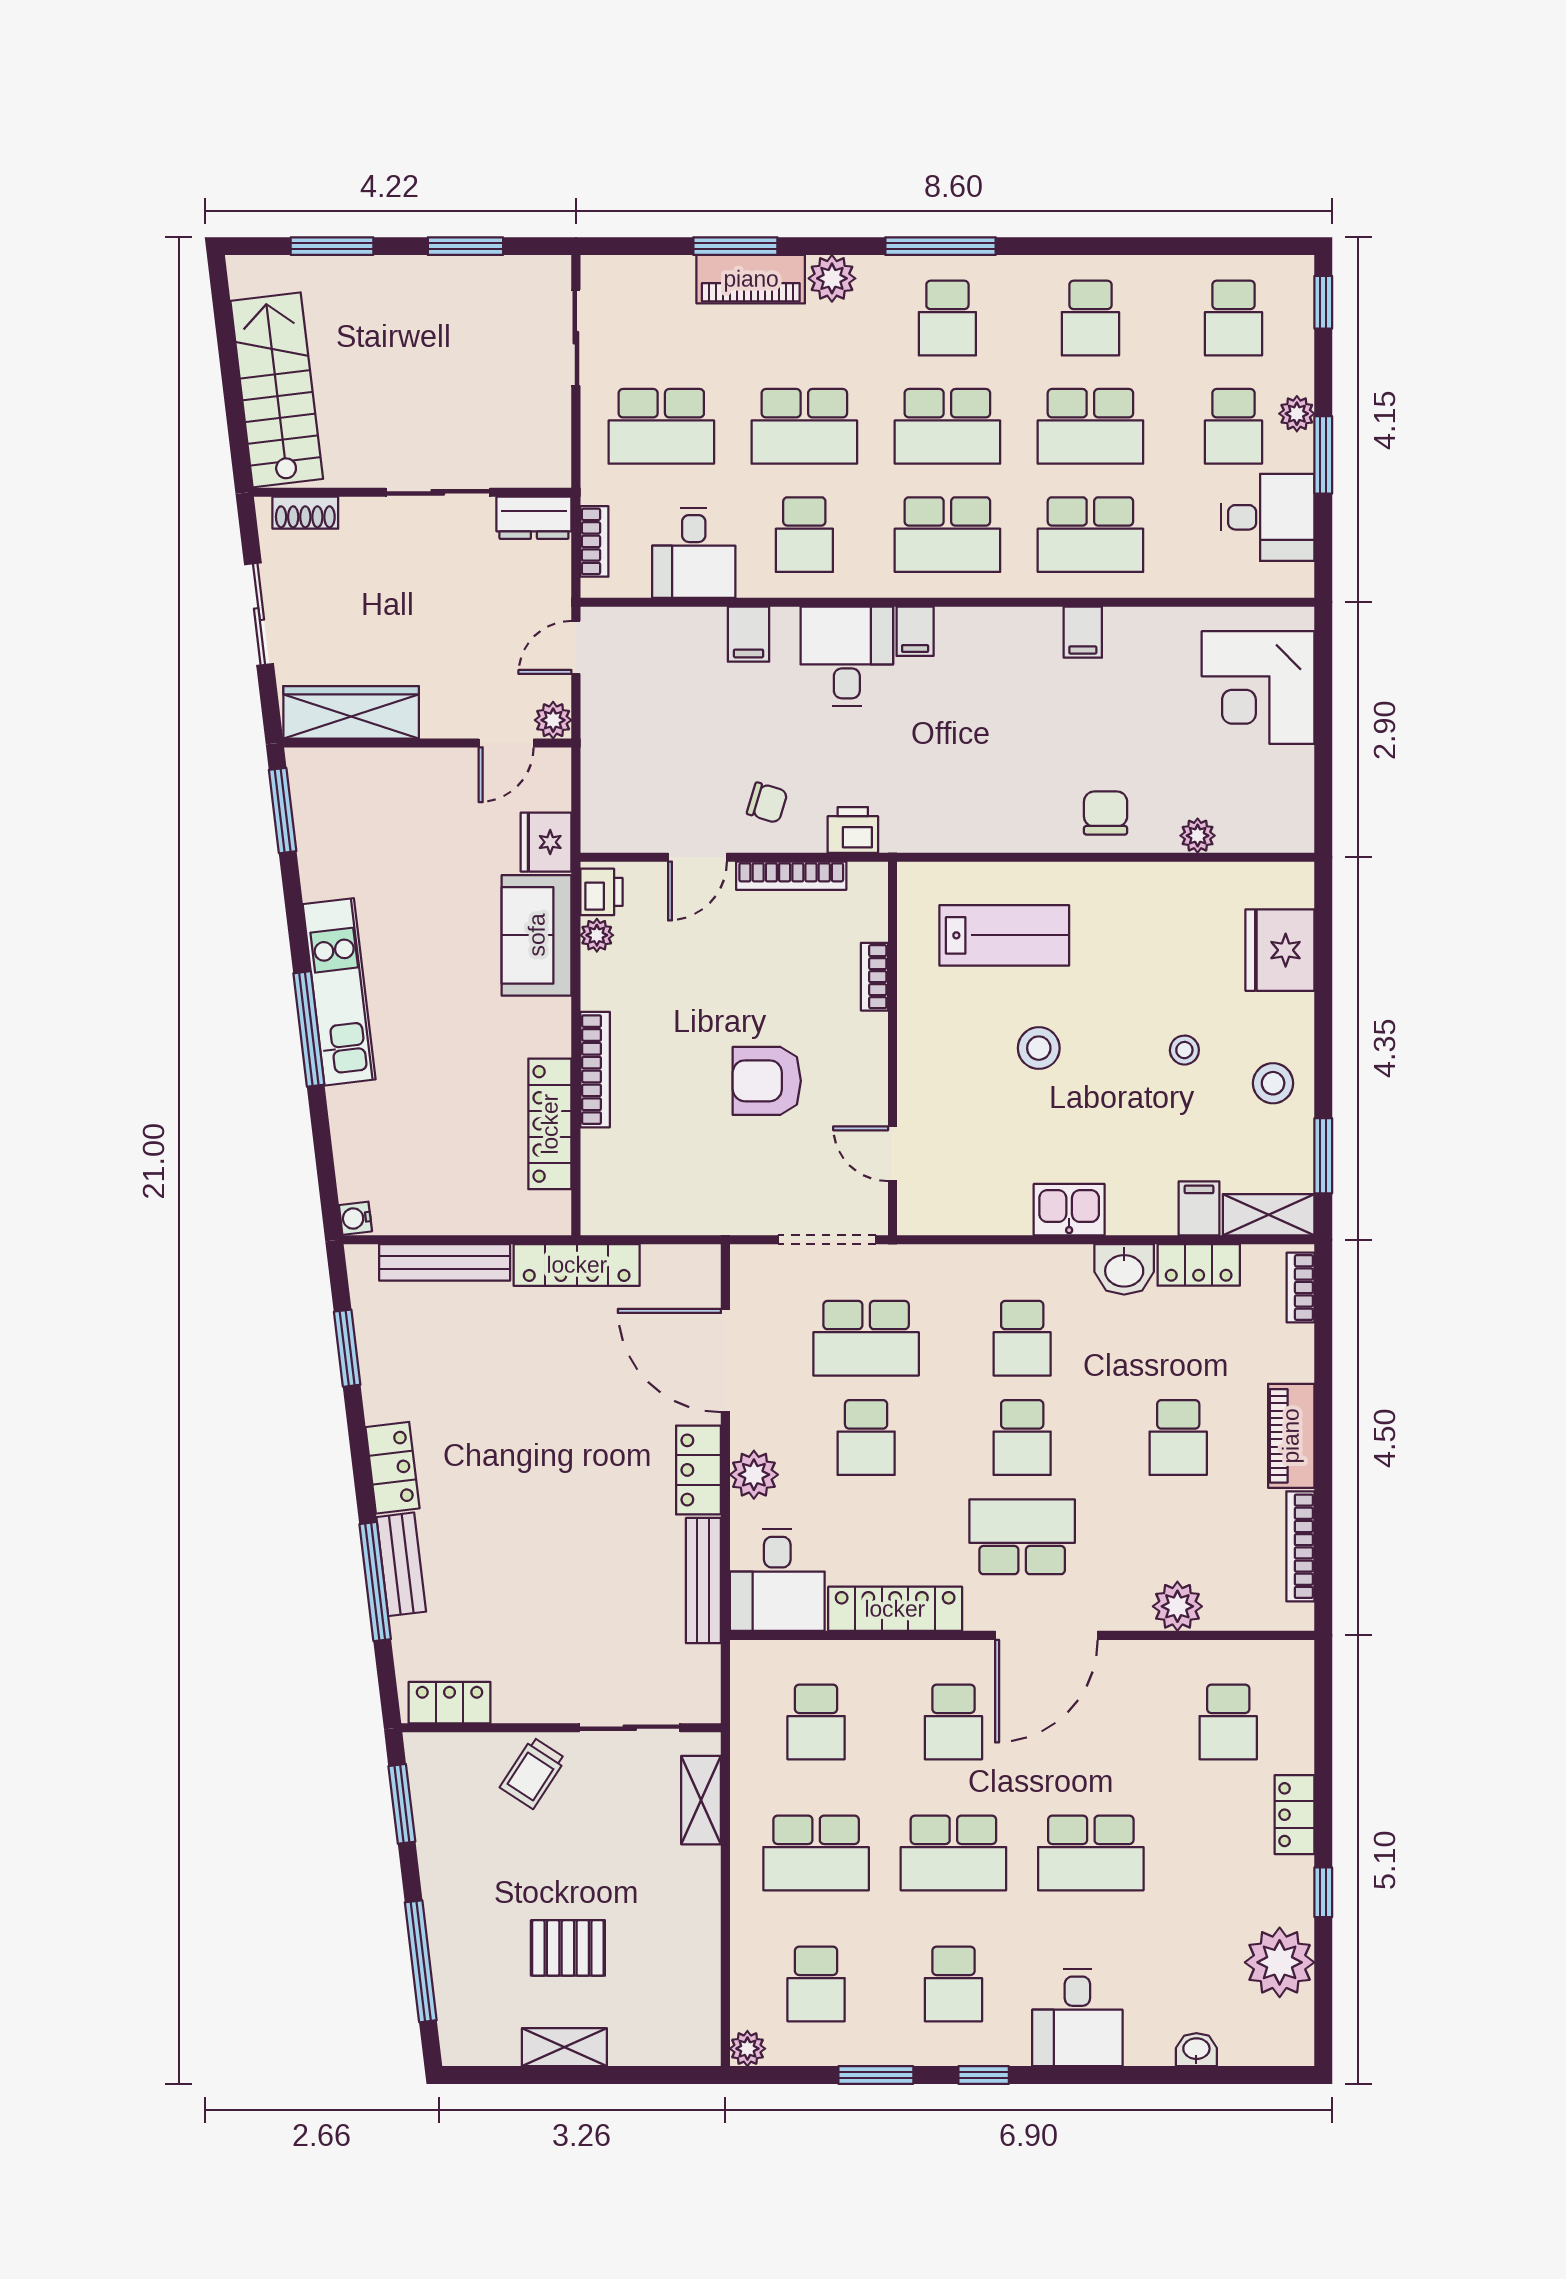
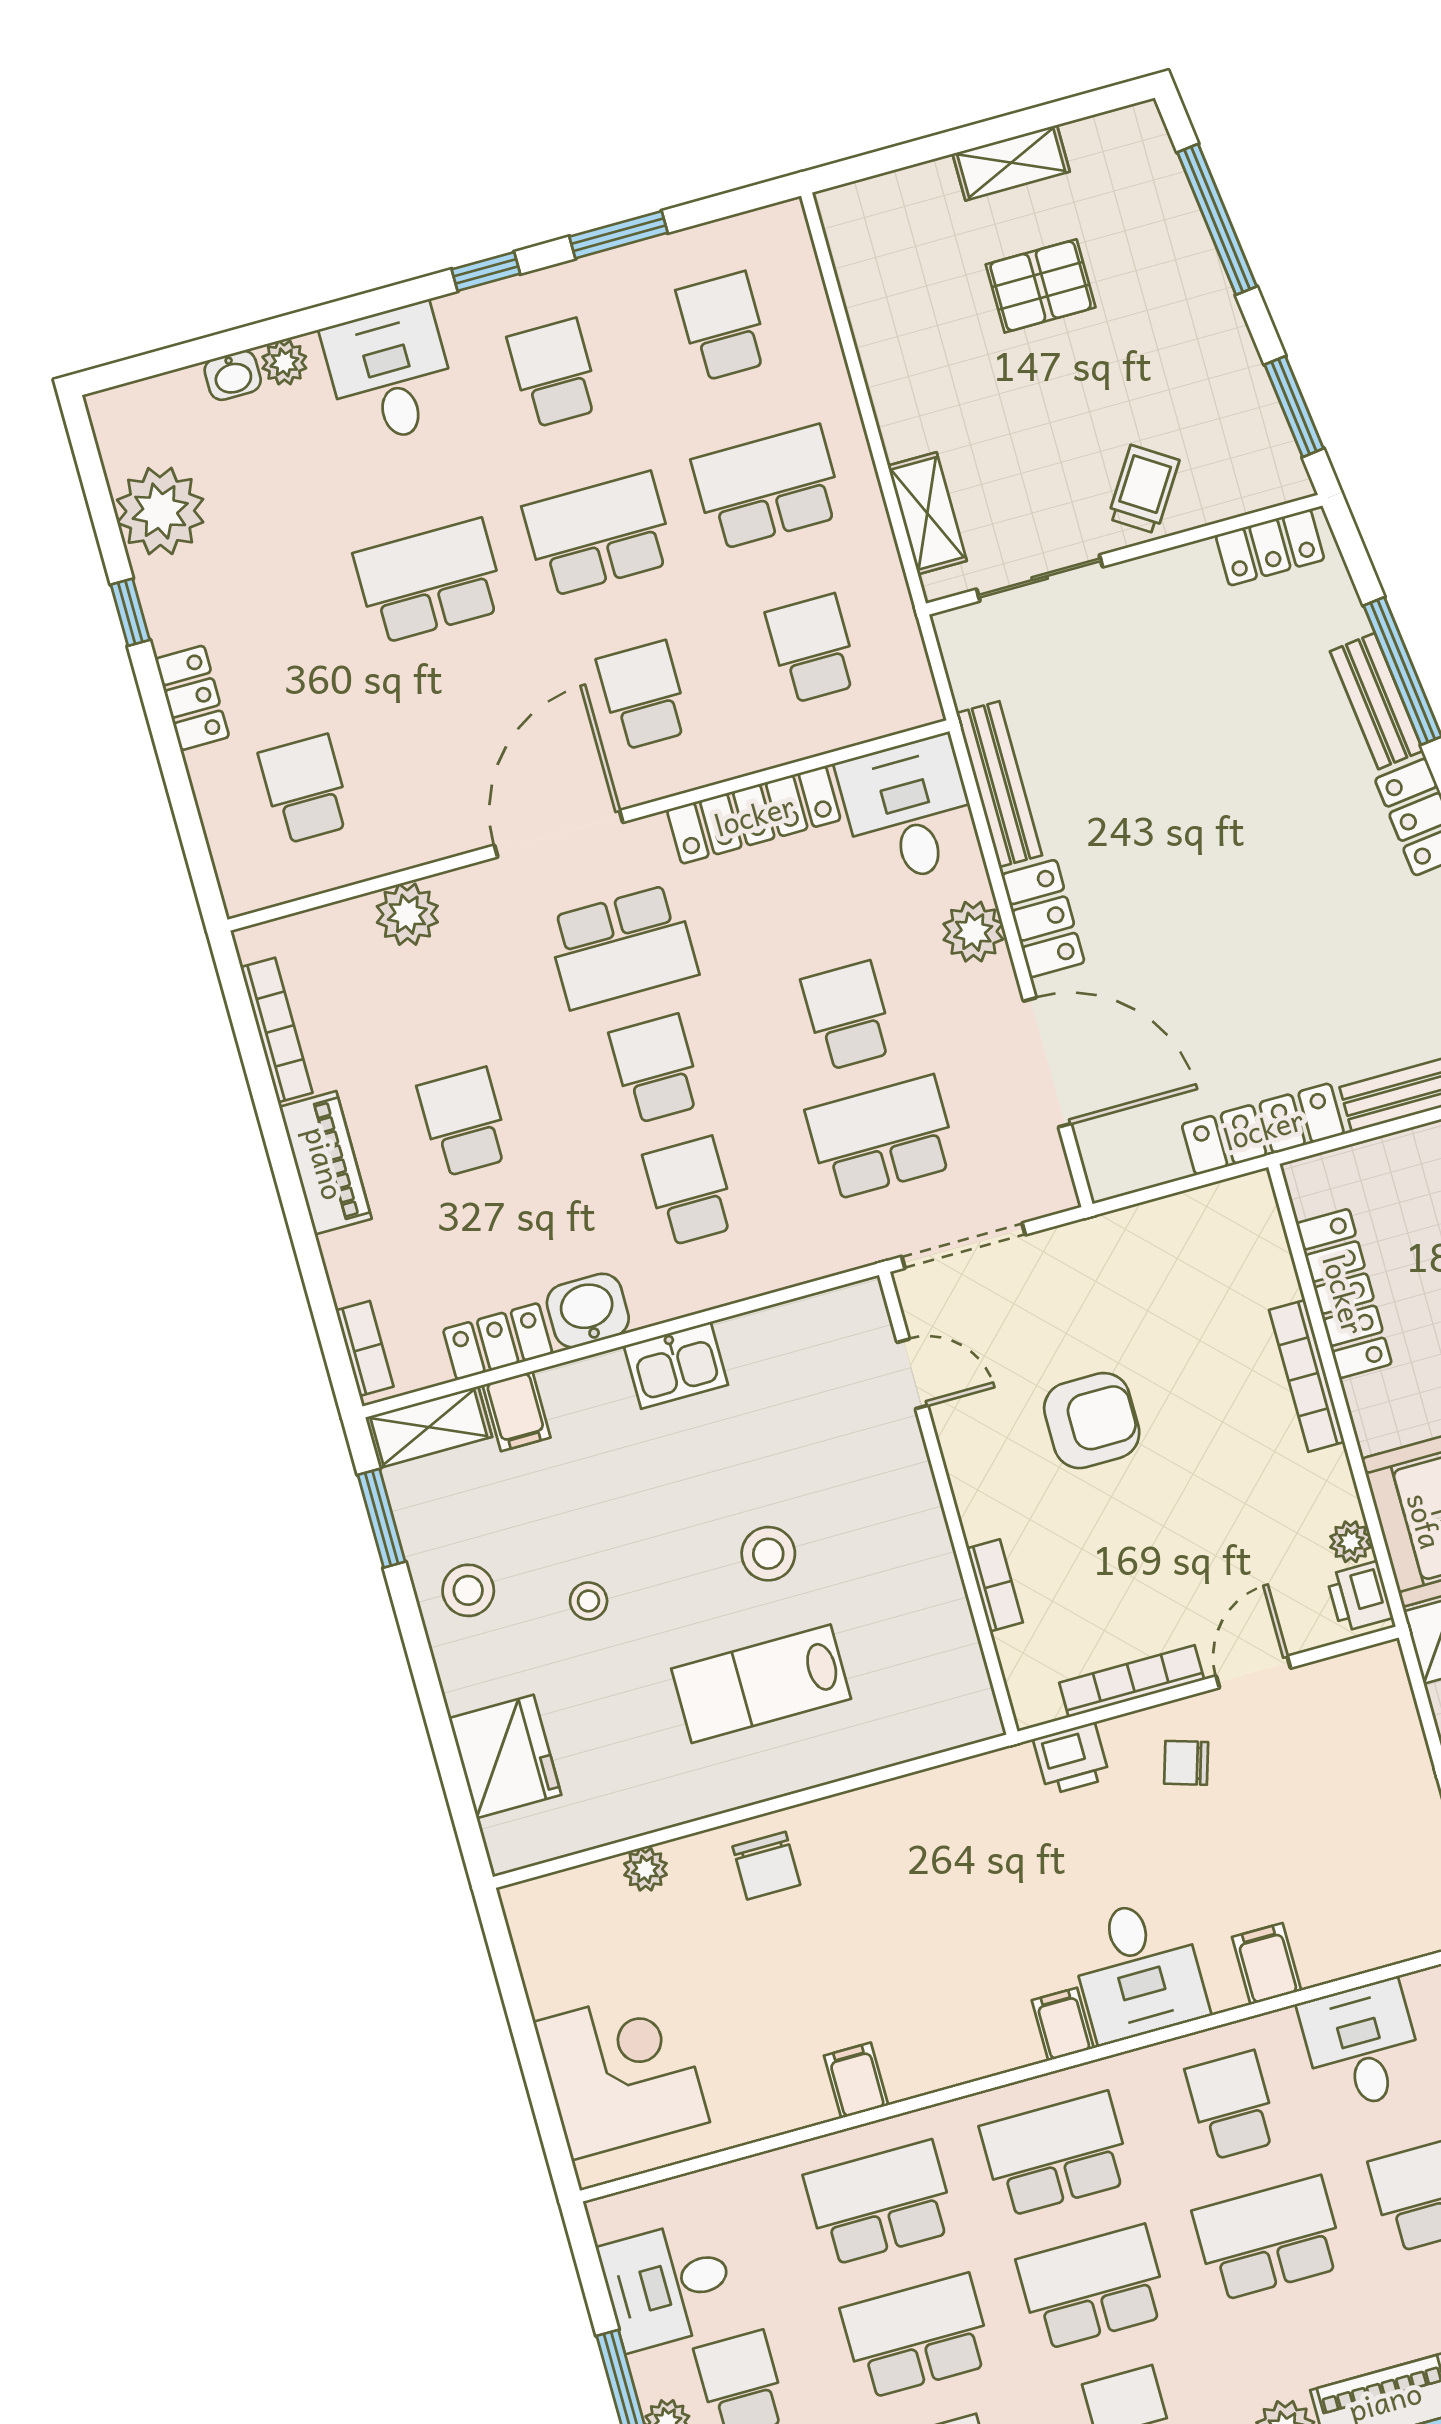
lab bench: (1004, 935) -> (761, 1684), moved
plant: (747, 2049) -> (284, 362), moved

